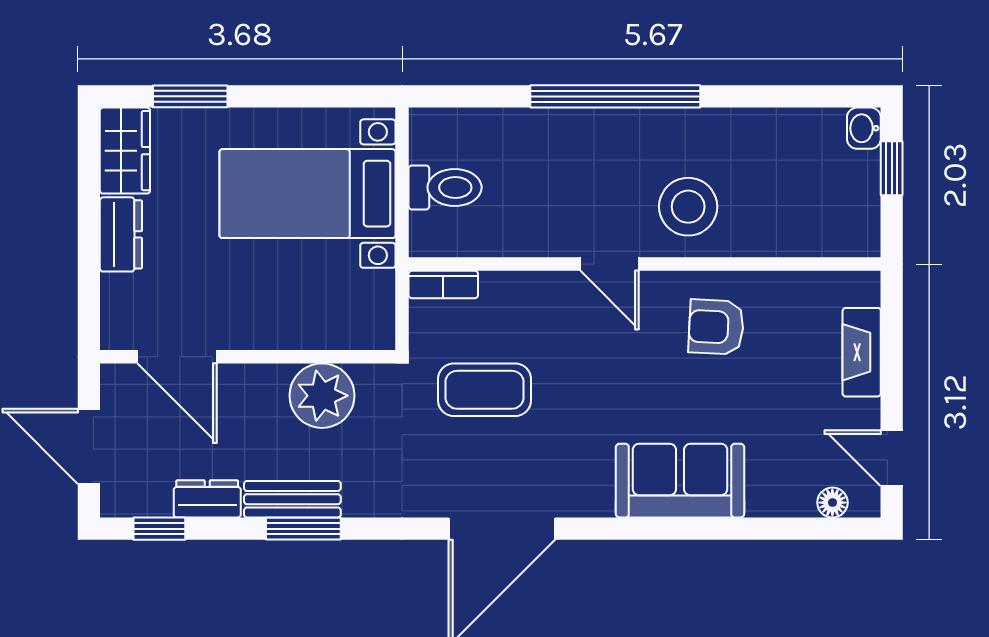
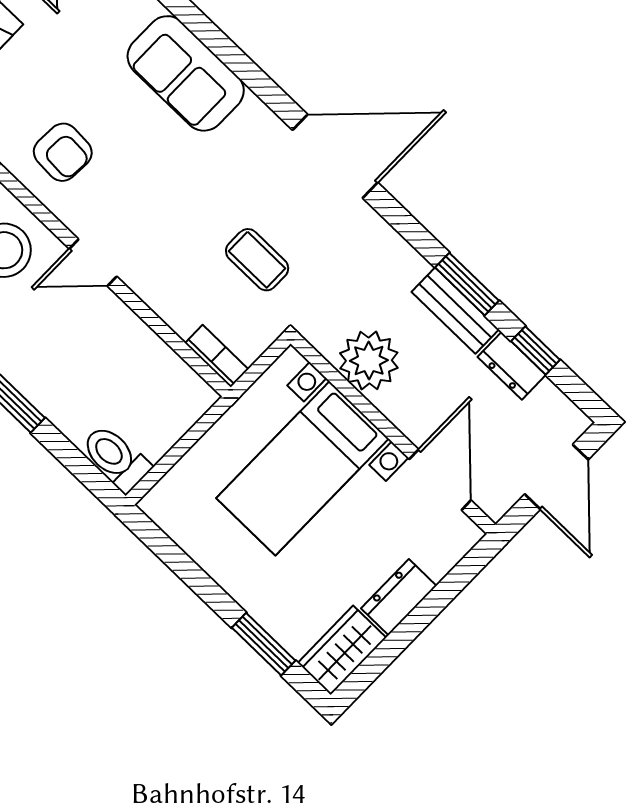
toilet: (445, 187) -> (116, 458), moved
bed with nightstands: (307, 194) -> (302, 468), moved, turned 90
door: (610, 264) -> (93, 263), swing flipped
coffee table: (485, 390) -> (257, 260), width x0.73, depth x0.77
window: (159, 529) -> (536, 350), moved

